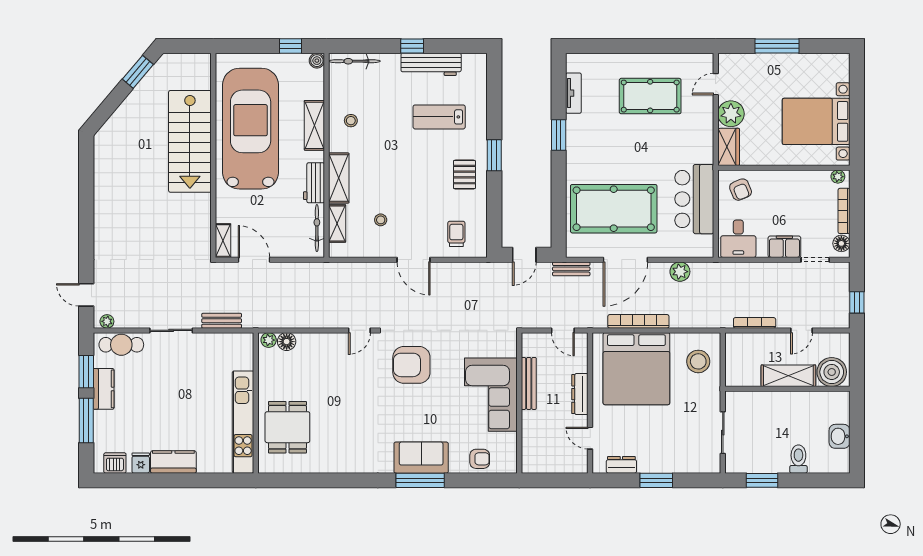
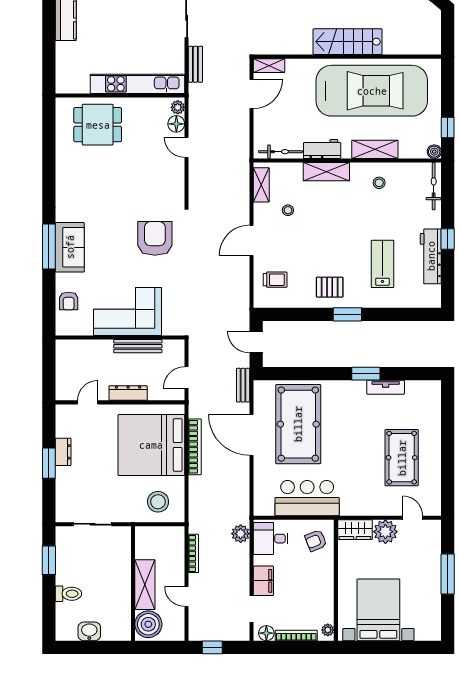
tv unit: (573, 93) -> (386, 387), moved
stairs: (190, 141) -> (348, 42), width x0.73, depth x0.66
shelving: (337, 223) -> (261, 185), moved, turned 90
plant: (680, 272) -> (241, 534), moved
door: (359, 330) -> (187, 147), moved
kitchen unit: (243, 422) -> (138, 84), moved
dresser: (621, 465) -> (63, 452), moved

